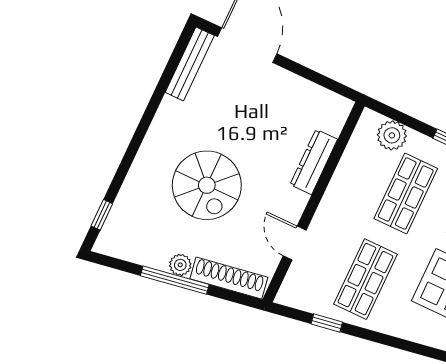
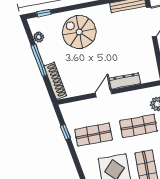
spiral stairs: (207, 185) -> (79, 32), moved, turned 90
door: (295, 243) -> (104, 94), moved
plant: (180, 265) -> (39, 37), moved

